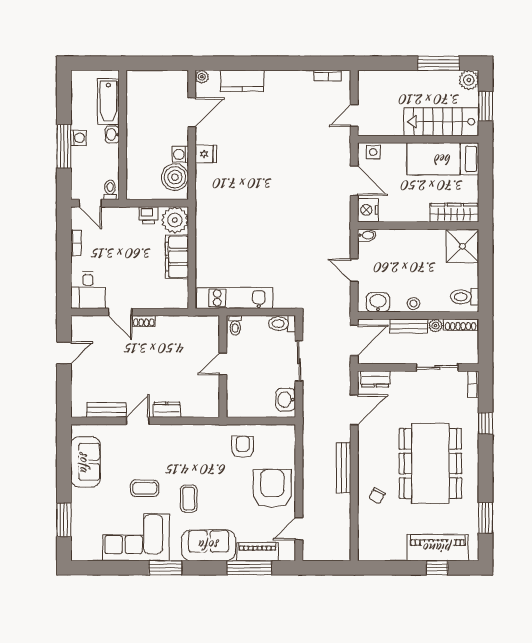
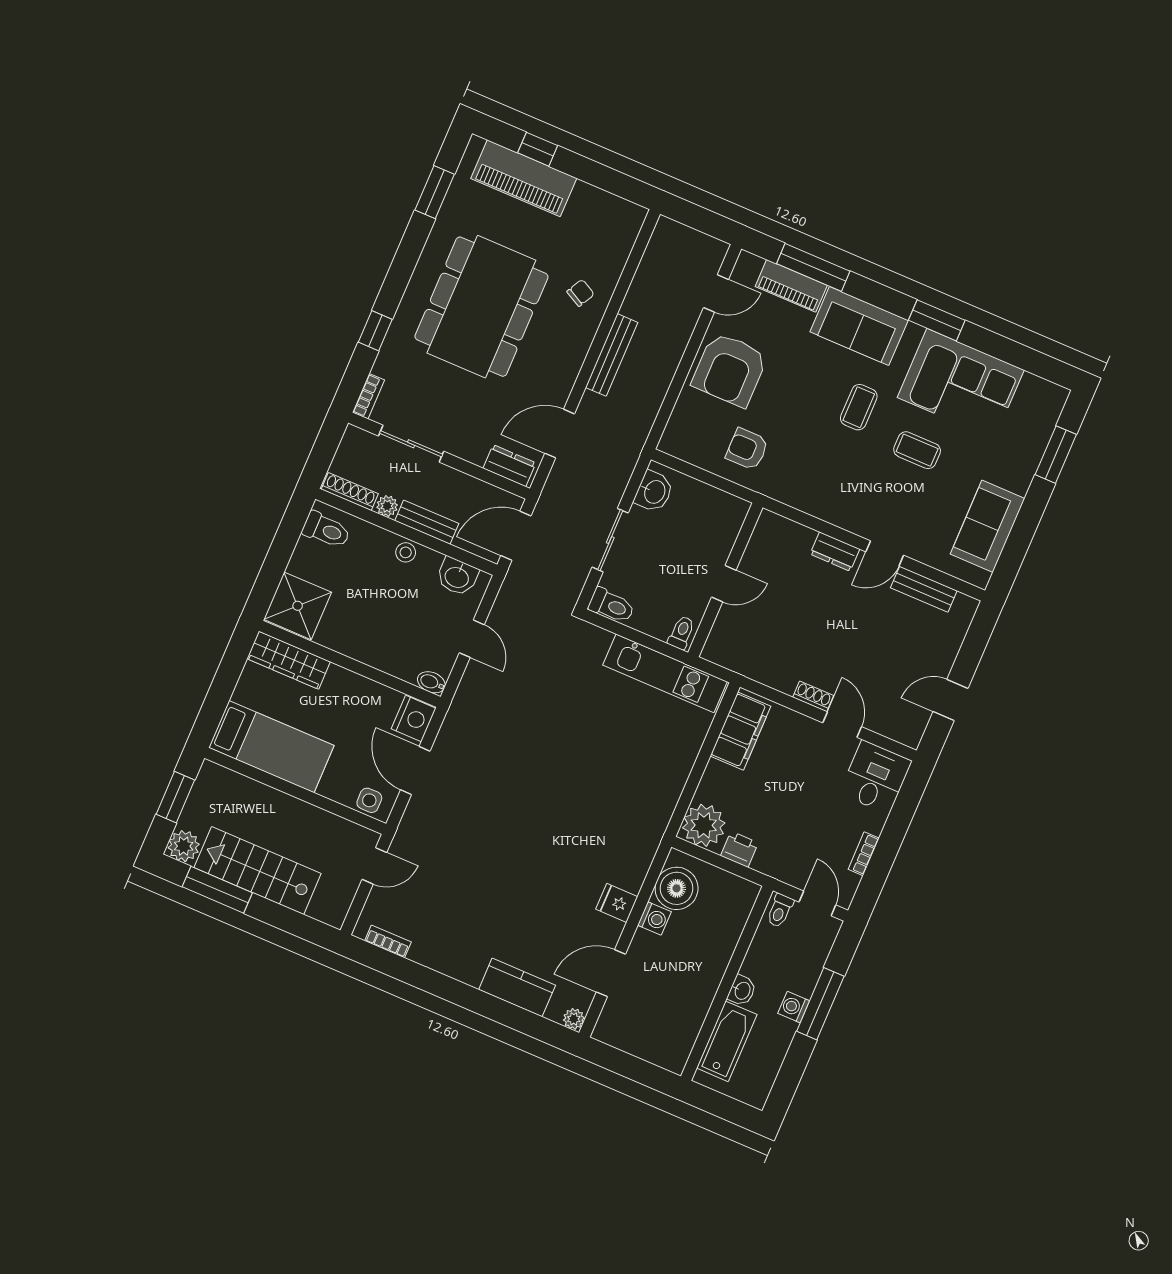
stairs: (441, 122) -> (258, 871), moved, turned 180
filing cabinet: (177, 257) -> (740, 731), moved
armchair: (243, 447) -> (747, 449), turned 90

